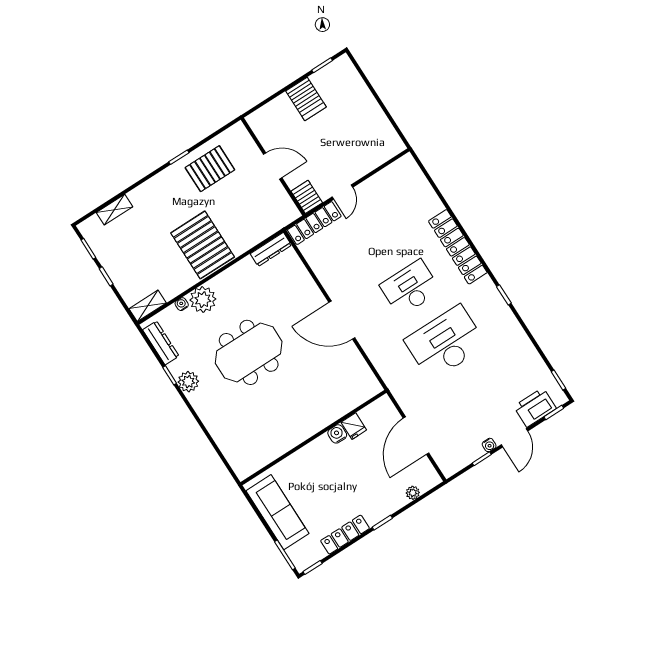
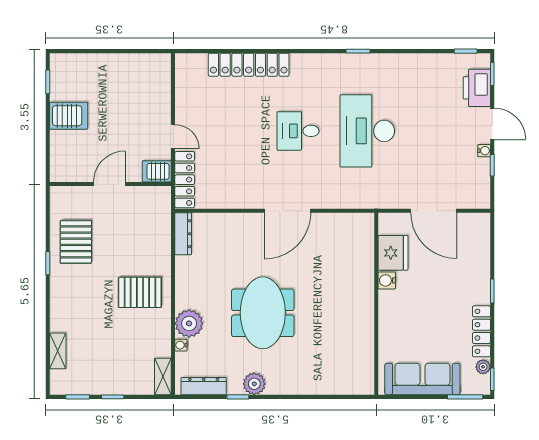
pallet: (203, 245) -> (140, 292), width x0.73, depth x0.71
locker: (458, 247) -> (249, 65), moved
desk: (410, 288) -> (298, 131), width x0.73
fridge: (354, 426) -> (393, 253), width x1.88, depth x1.34
plant: (413, 493) -> (483, 367), moved

